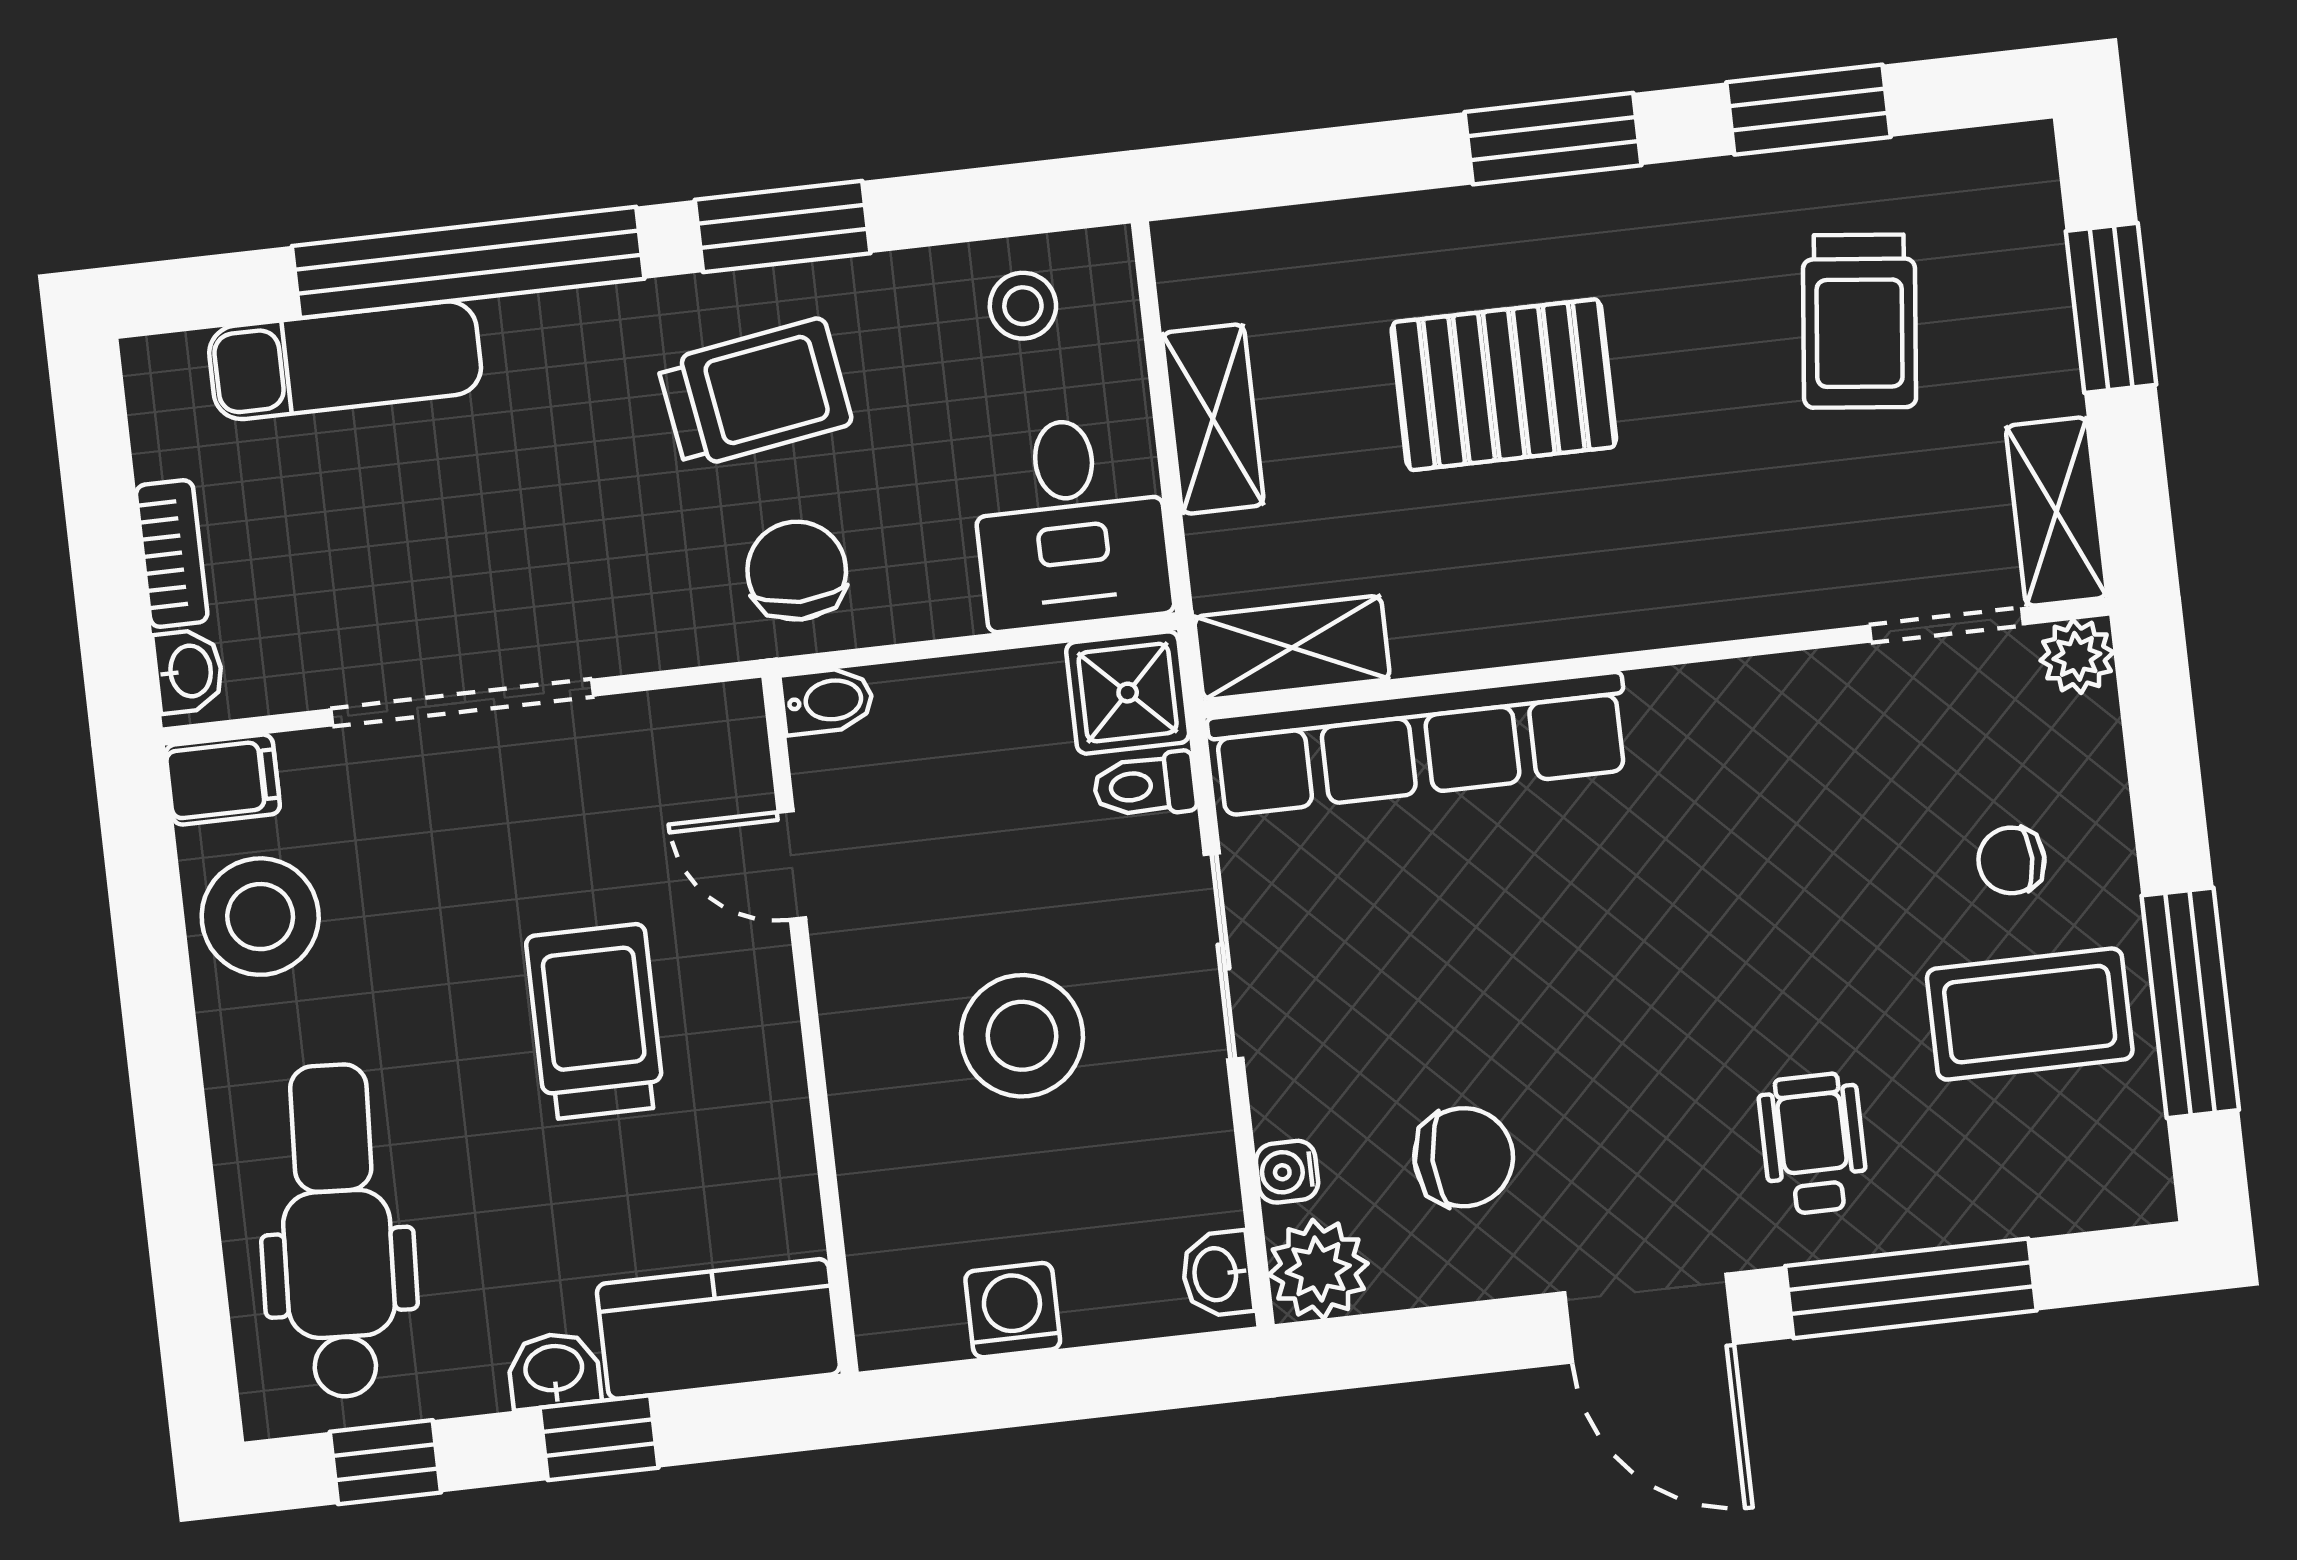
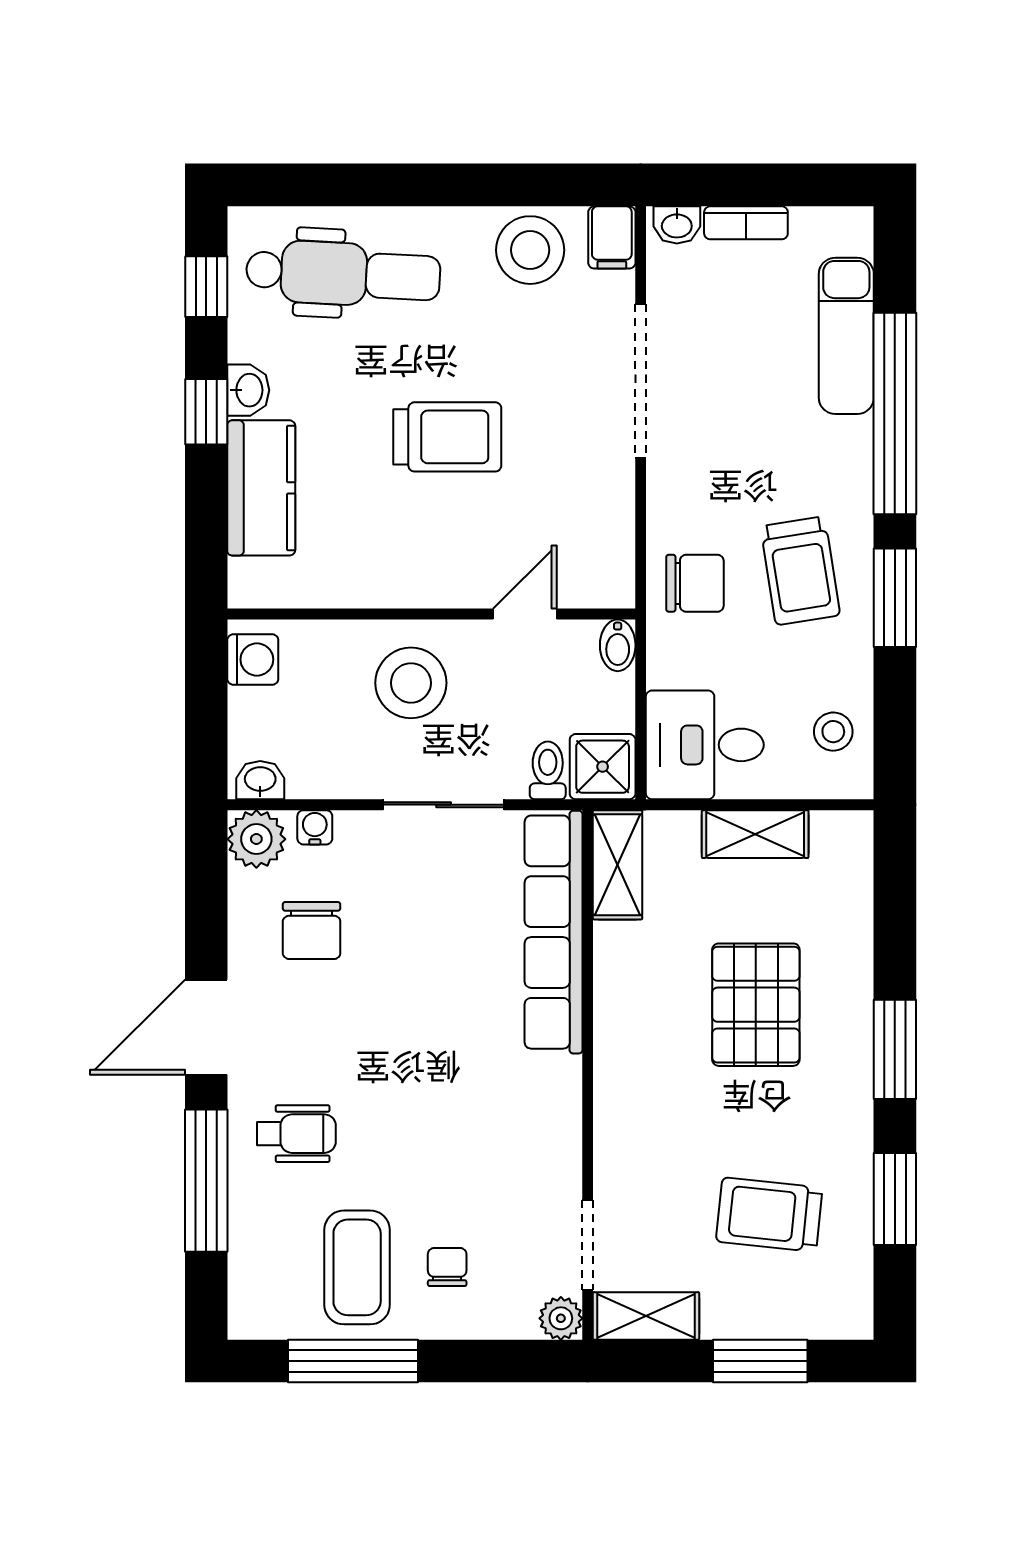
bidet: (827, 701) -> (618, 645), moved
door: (792, 865) -> (525, 614), moved
wall: (810, 1025) -> (431, 614), moved

